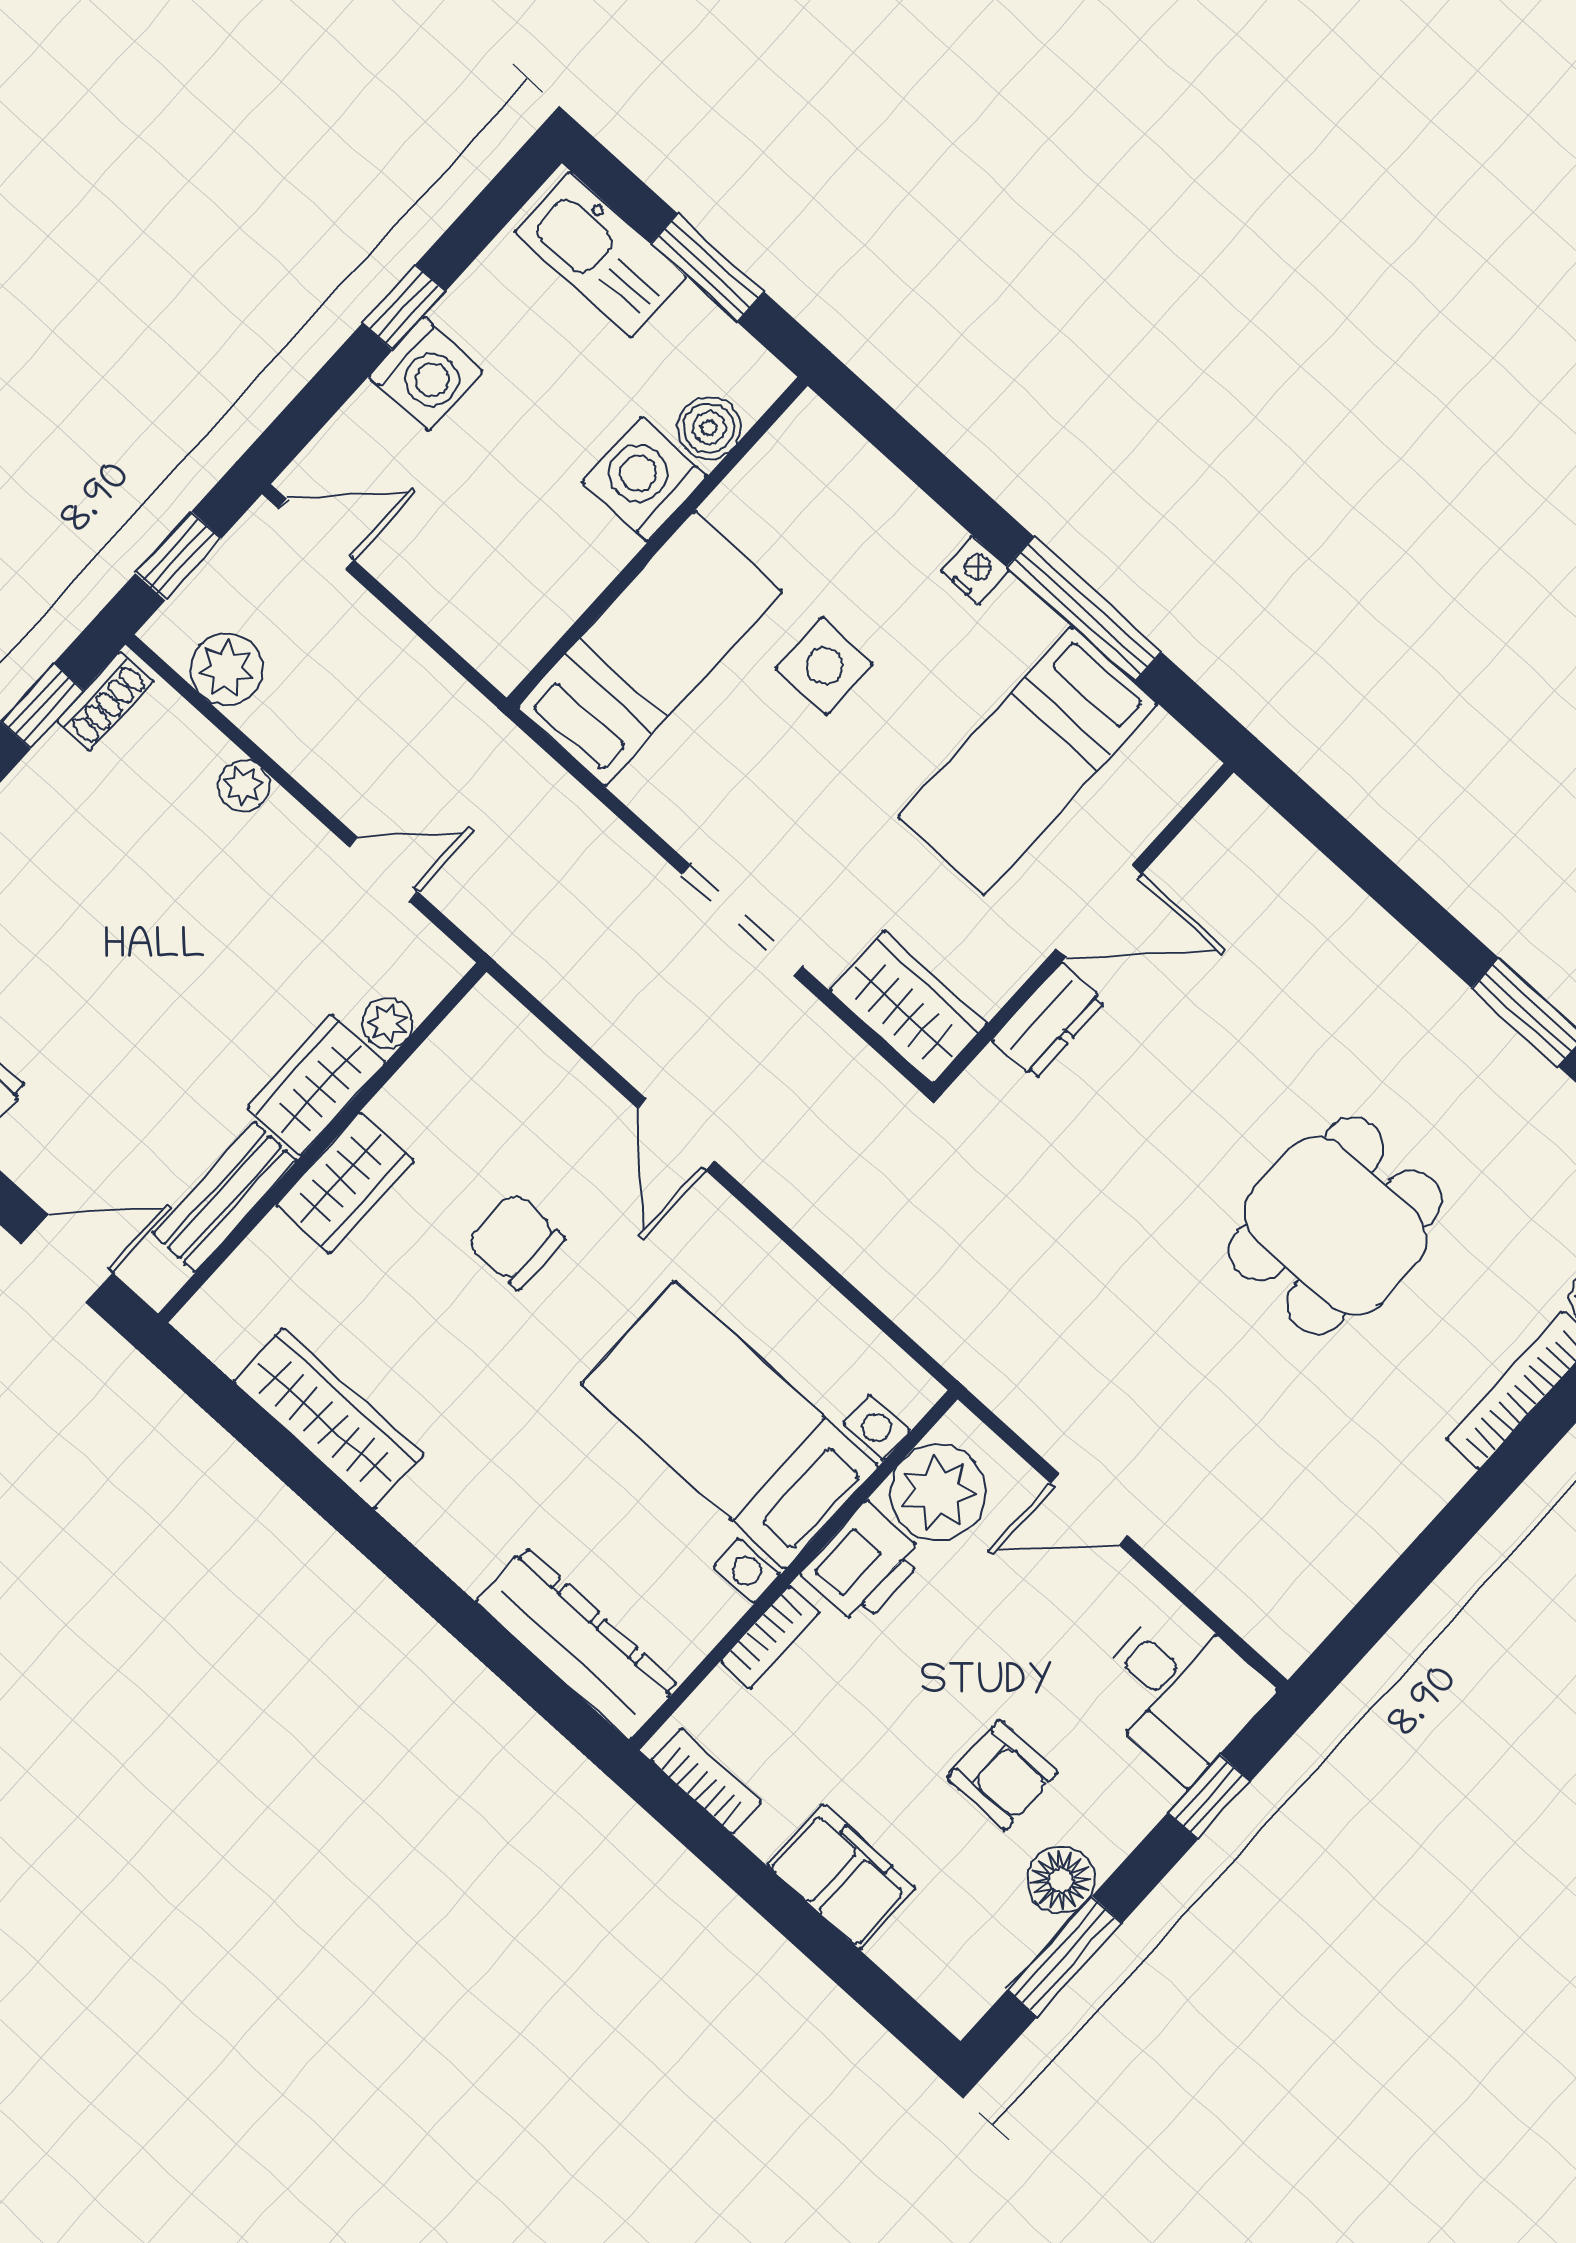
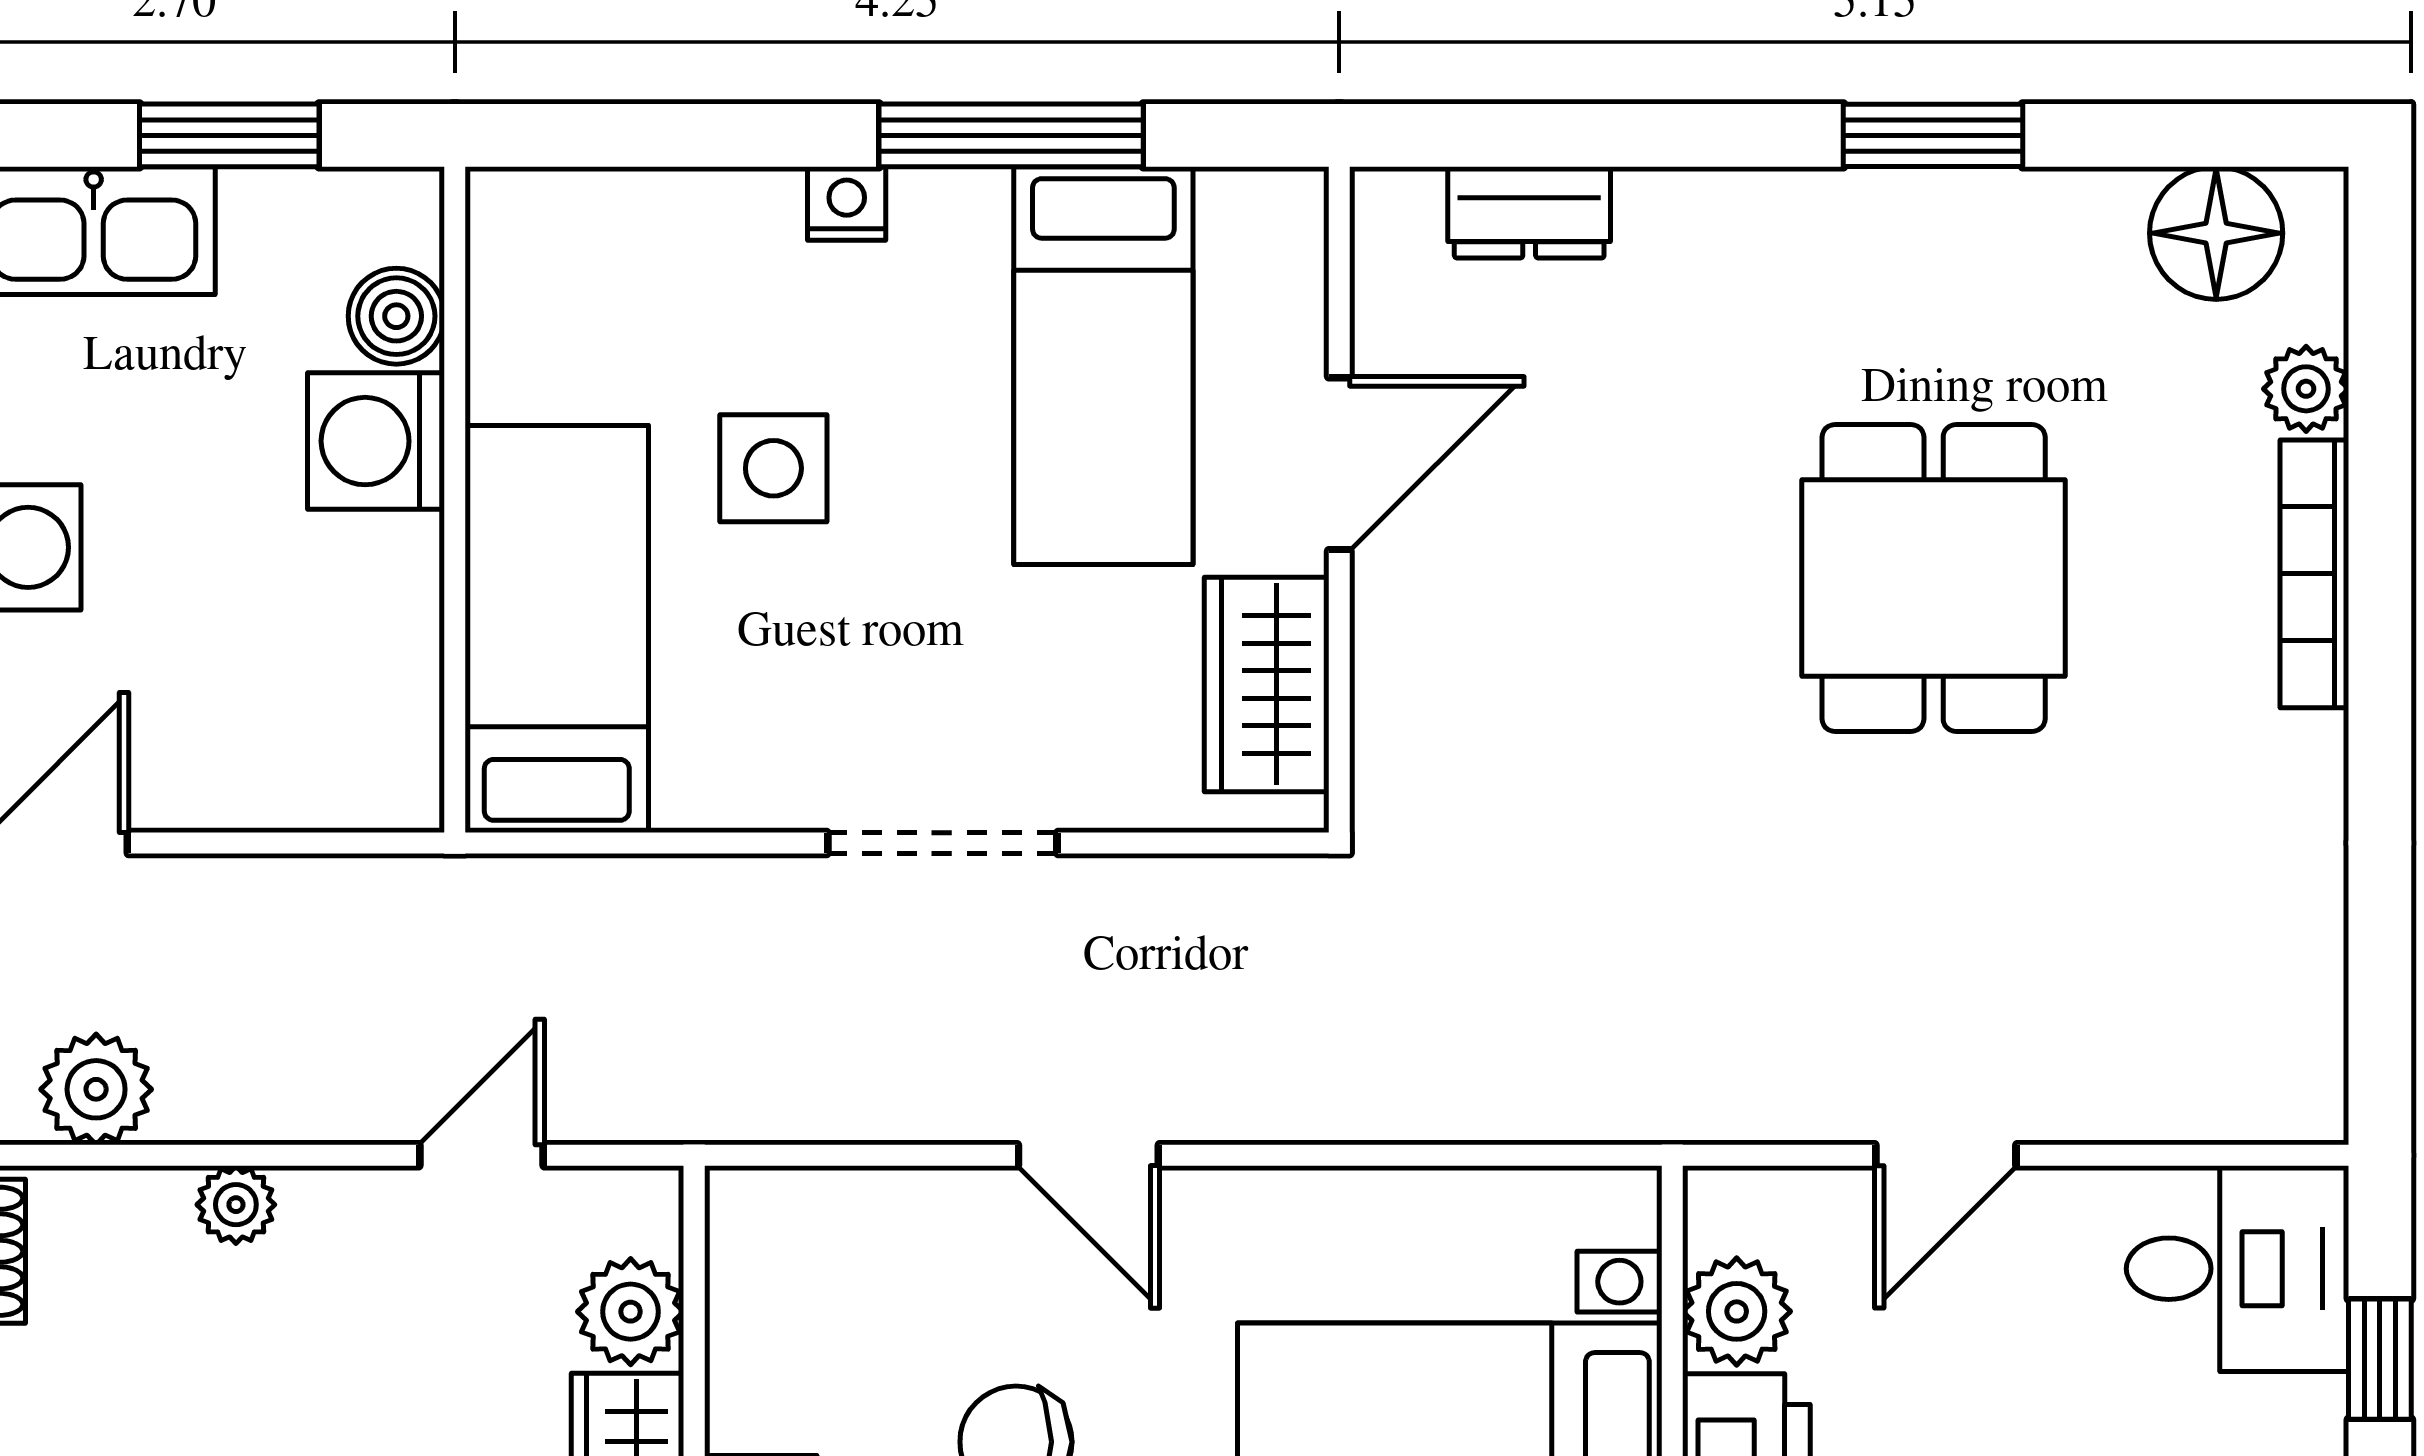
wardrobe: (908, 1007) -> (1267, 684), moved, turned -90
dresser: (1049, 1021) -> (1529, 212), moved, turned 90
plant: (388, 1023) -> (631, 1312), width x1.38, depth x1.38
plant: (938, 1492) -> (1737, 1311), width x0.73, depth x0.73

